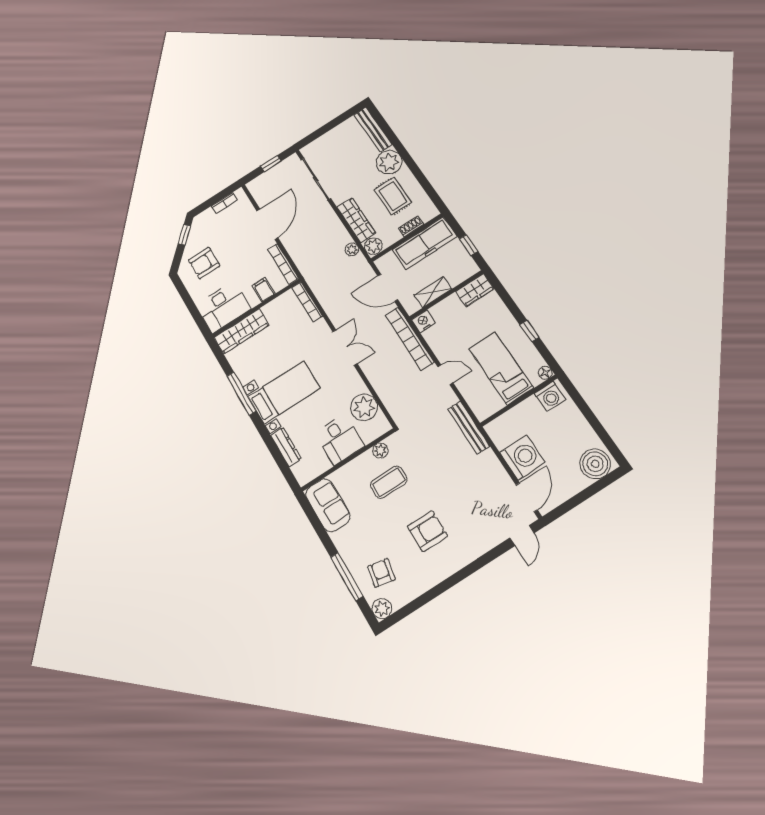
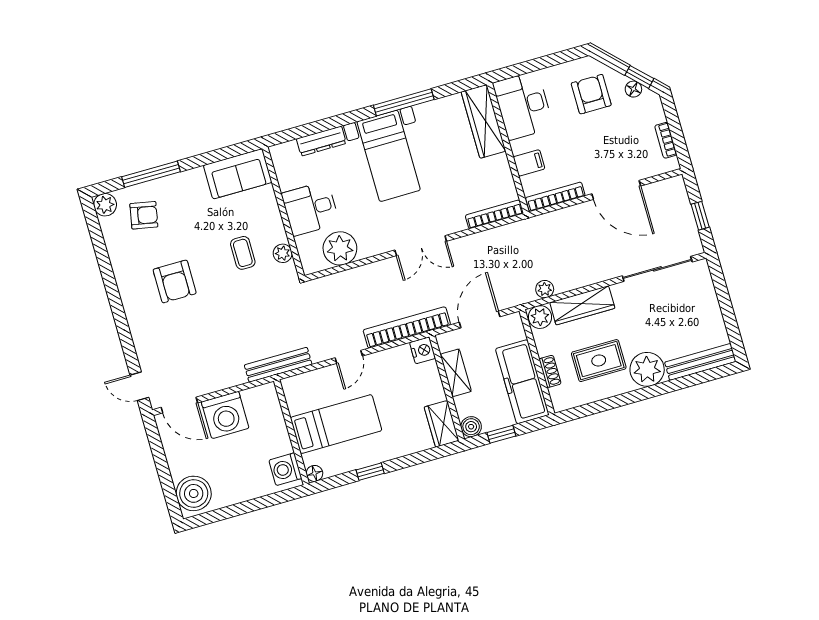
floor lamp: (194, 236) -> (633, 89), added
boiler: (470, 268) -> (471, 427), added
coffee table: (389, 482) -> (243, 253), width x0.73, depth x0.77

